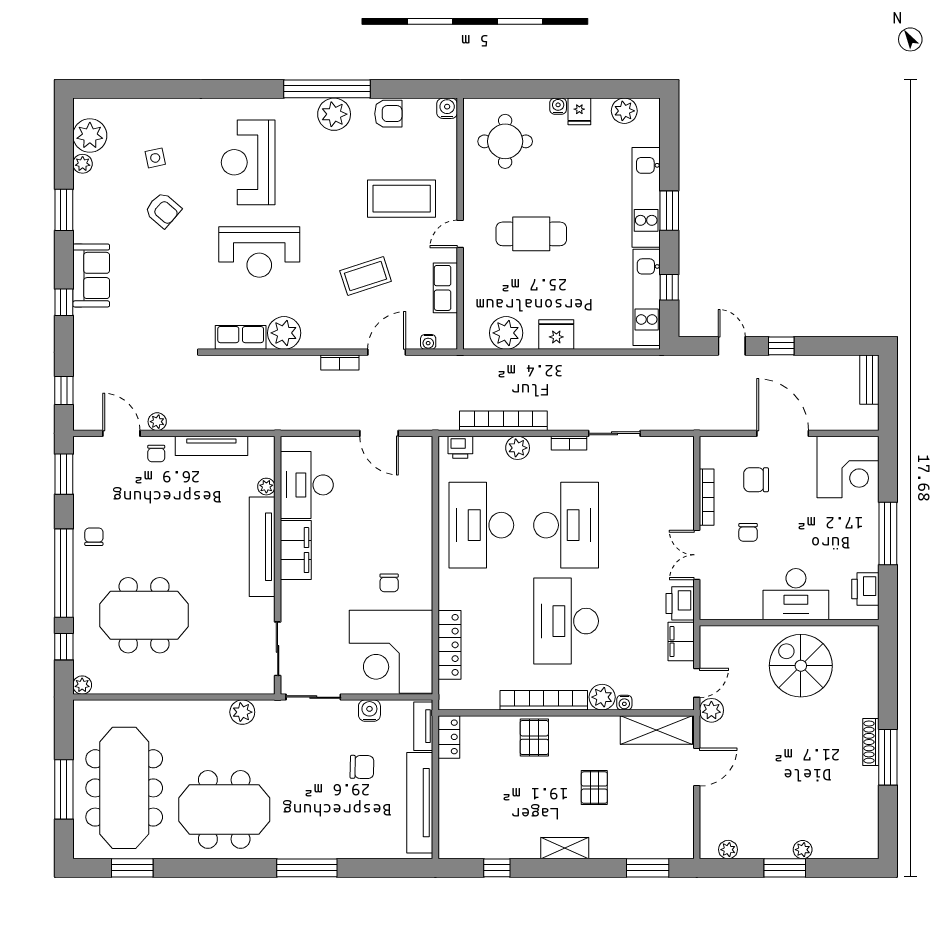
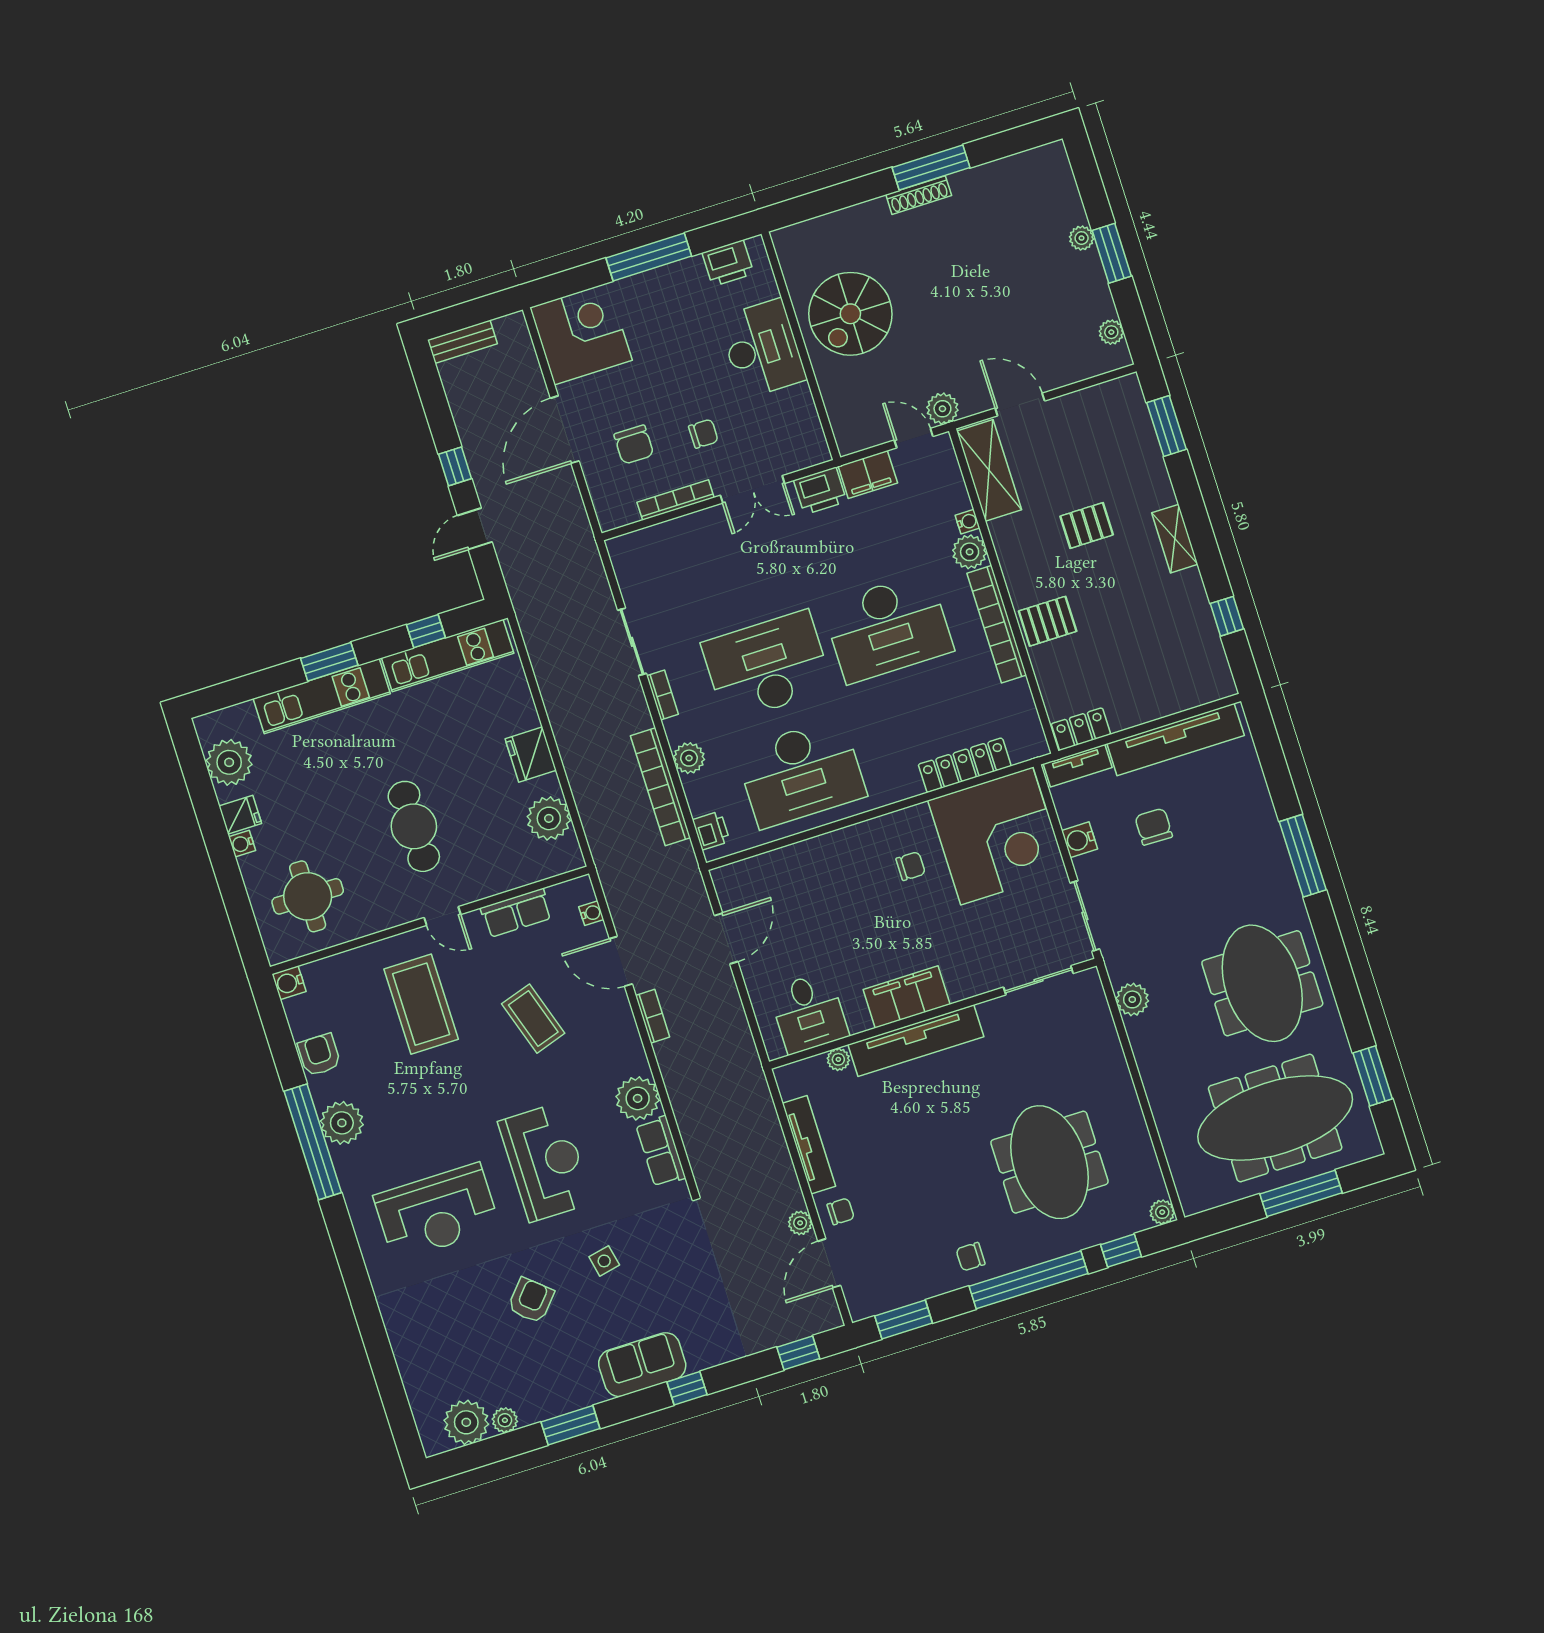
plant: (624, 111) -> (229, 762), width x1.36, depth x1.36
side table: (155, 158) -> (604, 1261), moved
desk: (307, 485) -> (809, 1013), width x0.73

